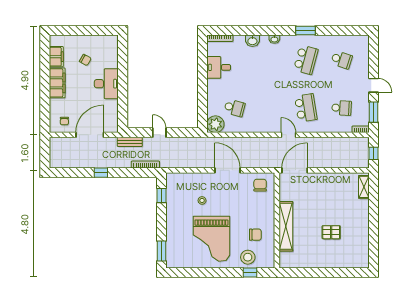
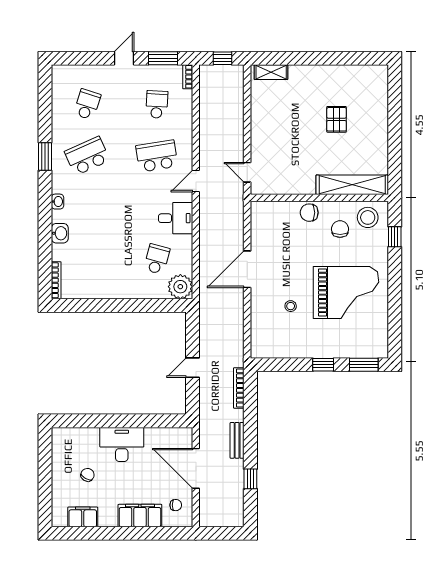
school desk: (306, 60) -> (87, 156), turned -39
desk: (219, 67) -> (176, 218), moved, turned -90
filing cabinet: (57, 83) -> (140, 516), moved
bench: (130, 142) -> (237, 440), moved
door: (295, 170) -> (247, 172), width x0.53
window: (101, 173) -> (250, 479), moved
chair: (260, 185) -> (309, 213), moved
window: (161, 196) -> (323, 365), moved
shelving: (286, 226) -> (352, 185), moved
stool: (248, 257) -> (368, 217), moved

